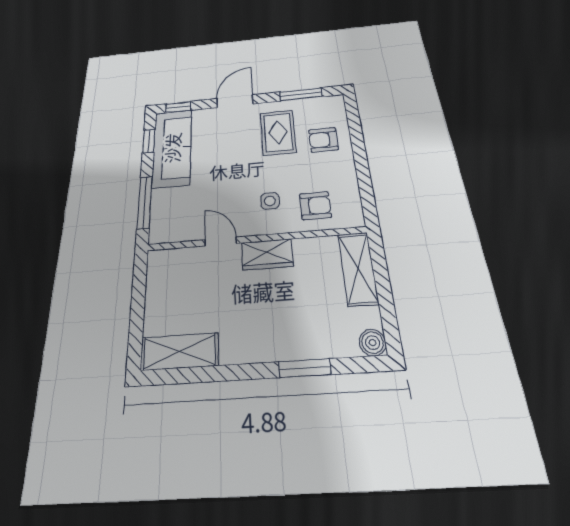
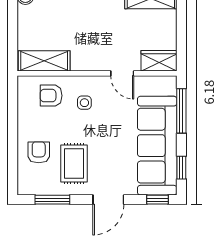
armchair: (323, 140) -> (39, 152), turned -90
sofa: (172, 148) -> (157, 146), width x1.36, depth x1.27
wardrobe: (267, 254) -> (159, 61), moved
shelving: (358, 268) -> (44, 61), moved, turned 90

